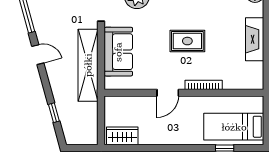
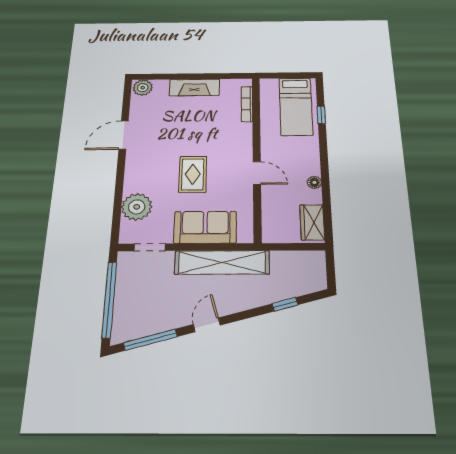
rug: (187, 41) -> (193, 174), moved
bookcase: (204, 85) -> (247, 104), moved
floor lamp: (158, 139) -> (314, 182), added

